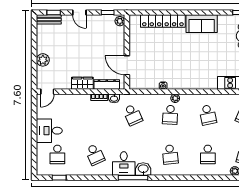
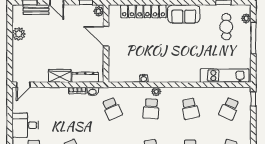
bench: (49, 19) -> (36, 10), moved
plant: (43, 60) -> (19, 34), moved
door: (127, 65) -> (106, 36), moved

